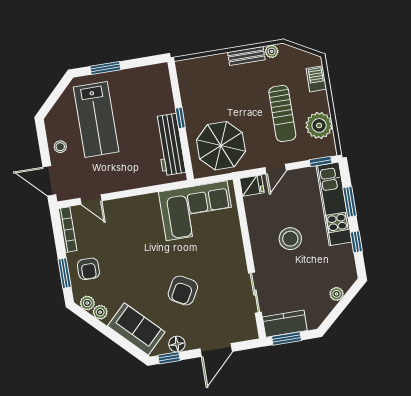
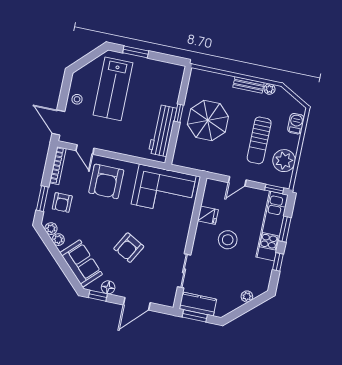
parasol: (221, 146) -> (208, 121), moved
fridge: (252, 186) -> (208, 215), moved
armchair: (129, 226) -> (106, 181), added

